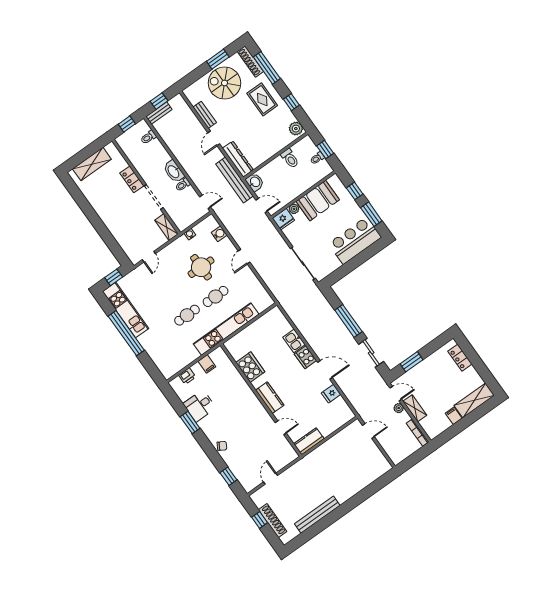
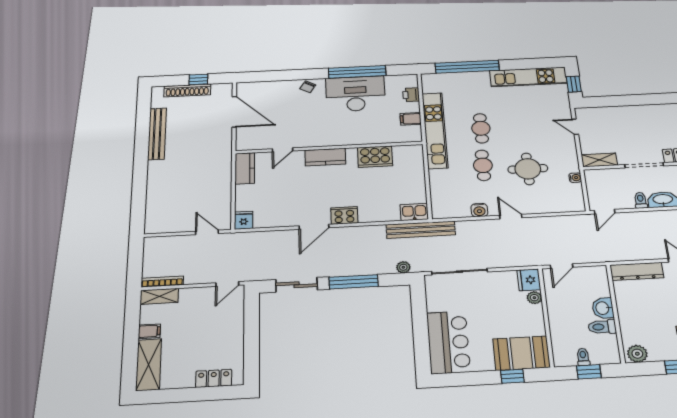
bench: (235, 180) -> (421, 230), moved
washbasin: (255, 182) -> (603, 308), moved, turned 90
booth: (318, 201) -> (521, 353), moved, turned 90
window: (371, 214) -> (469, 379), removed
water cooler: (219, 234) -> (479, 210), moved
kitchen unit: (226, 329) -> (435, 130), moved
window: (126, 333) -> (467, 67), moved
kitchen sink: (294, 341) -> (414, 212), moved
window: (411, 362) -> (252, 322), removed
fridge: (331, 394) -> (244, 220), moved
desk: (200, 406) -> (356, 94), width x1.87, depth x1.30
plant: (399, 408) -> (403, 267), moved
shelving: (415, 408) -> (159, 296), moved
window: (190, 423) -> (357, 72), width x2.11
door: (368, 431) -> (207, 232), swing flipped
window: (228, 476) -> (270, 76), removed
door: (271, 479) -> (234, 112), width x1.87

